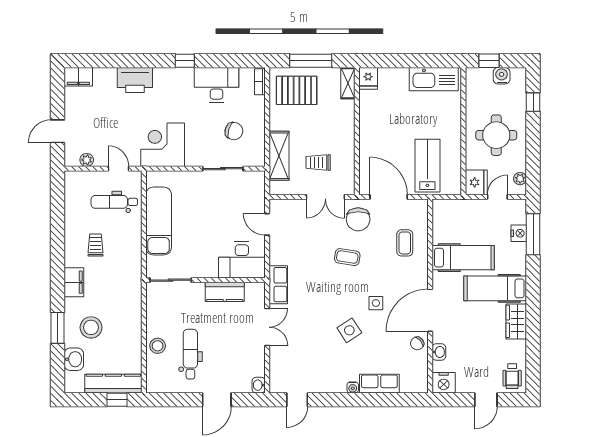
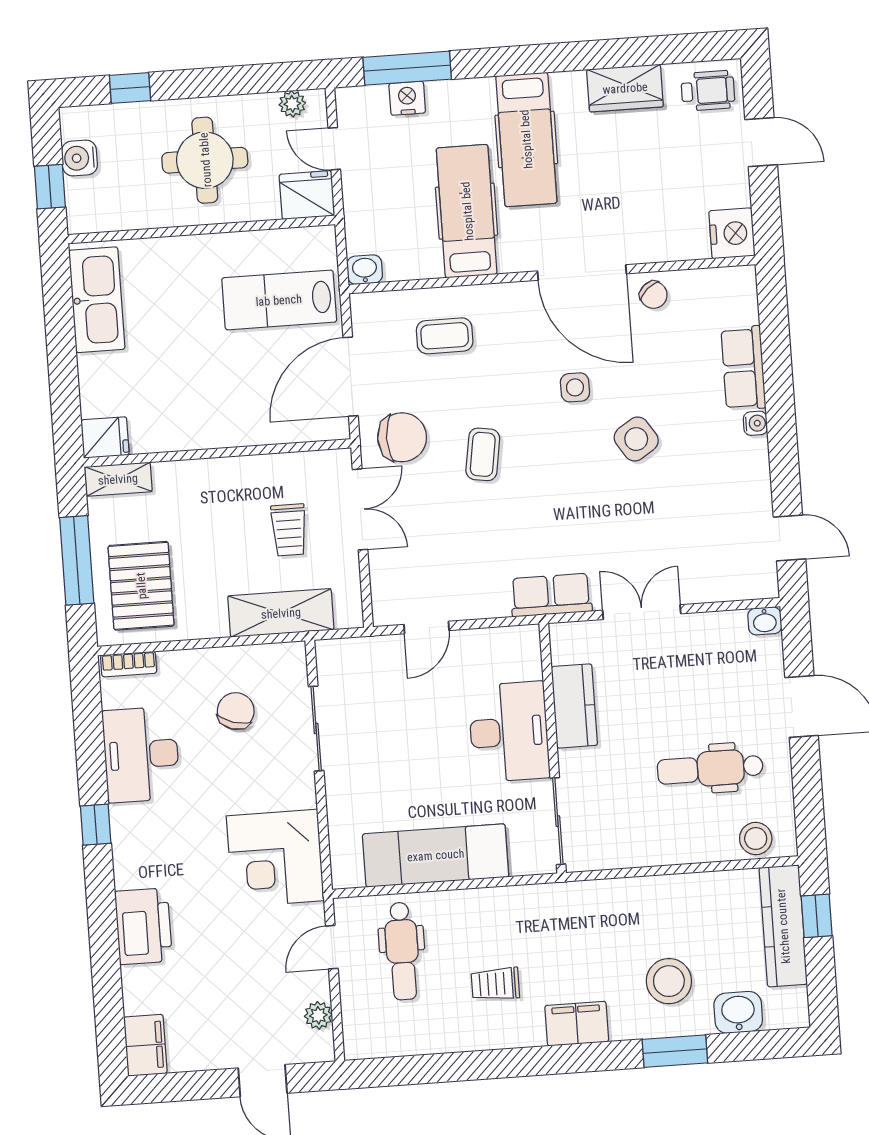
desk: (242, 260) -> (509, 732), moved
wardrobe: (516, 321) -> (625, 88), moved
stool: (158, 346) -> (756, 839), moved
washbasin: (439, 352) -> (365, 270), moved

